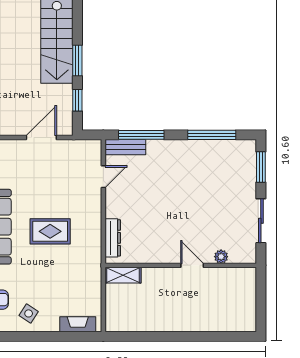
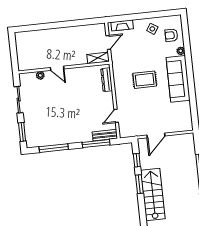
door: (103, 299) -> (108, 42), added

